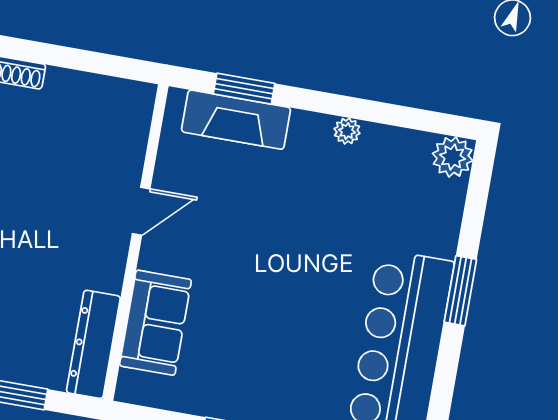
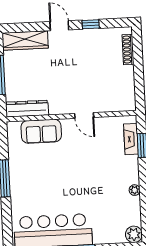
fireplace: (236, 120) -> (131, 139), width x0.73, depth x0.76

